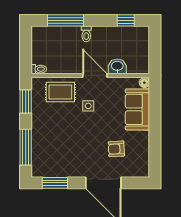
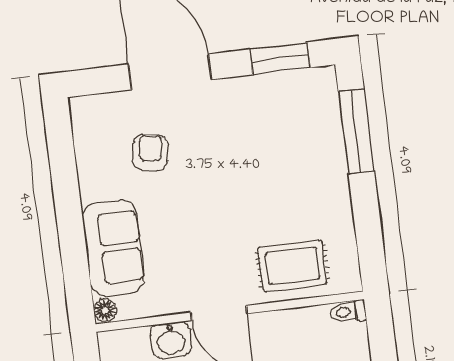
window: (26, 102) -> (369, 235), removed
side table: (88, 106) -> (226, 242), removed
armchair: (116, 149) -> (150, 152), turned -76

